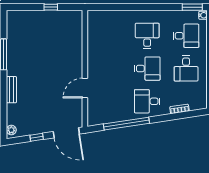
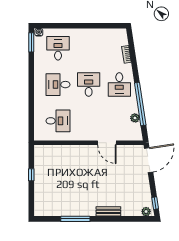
desk: (186, 69) -> (58, 121), moved
plant: (111, 118) -> (135, 118), added
window: (37, 137) -> (155, 203), moved

